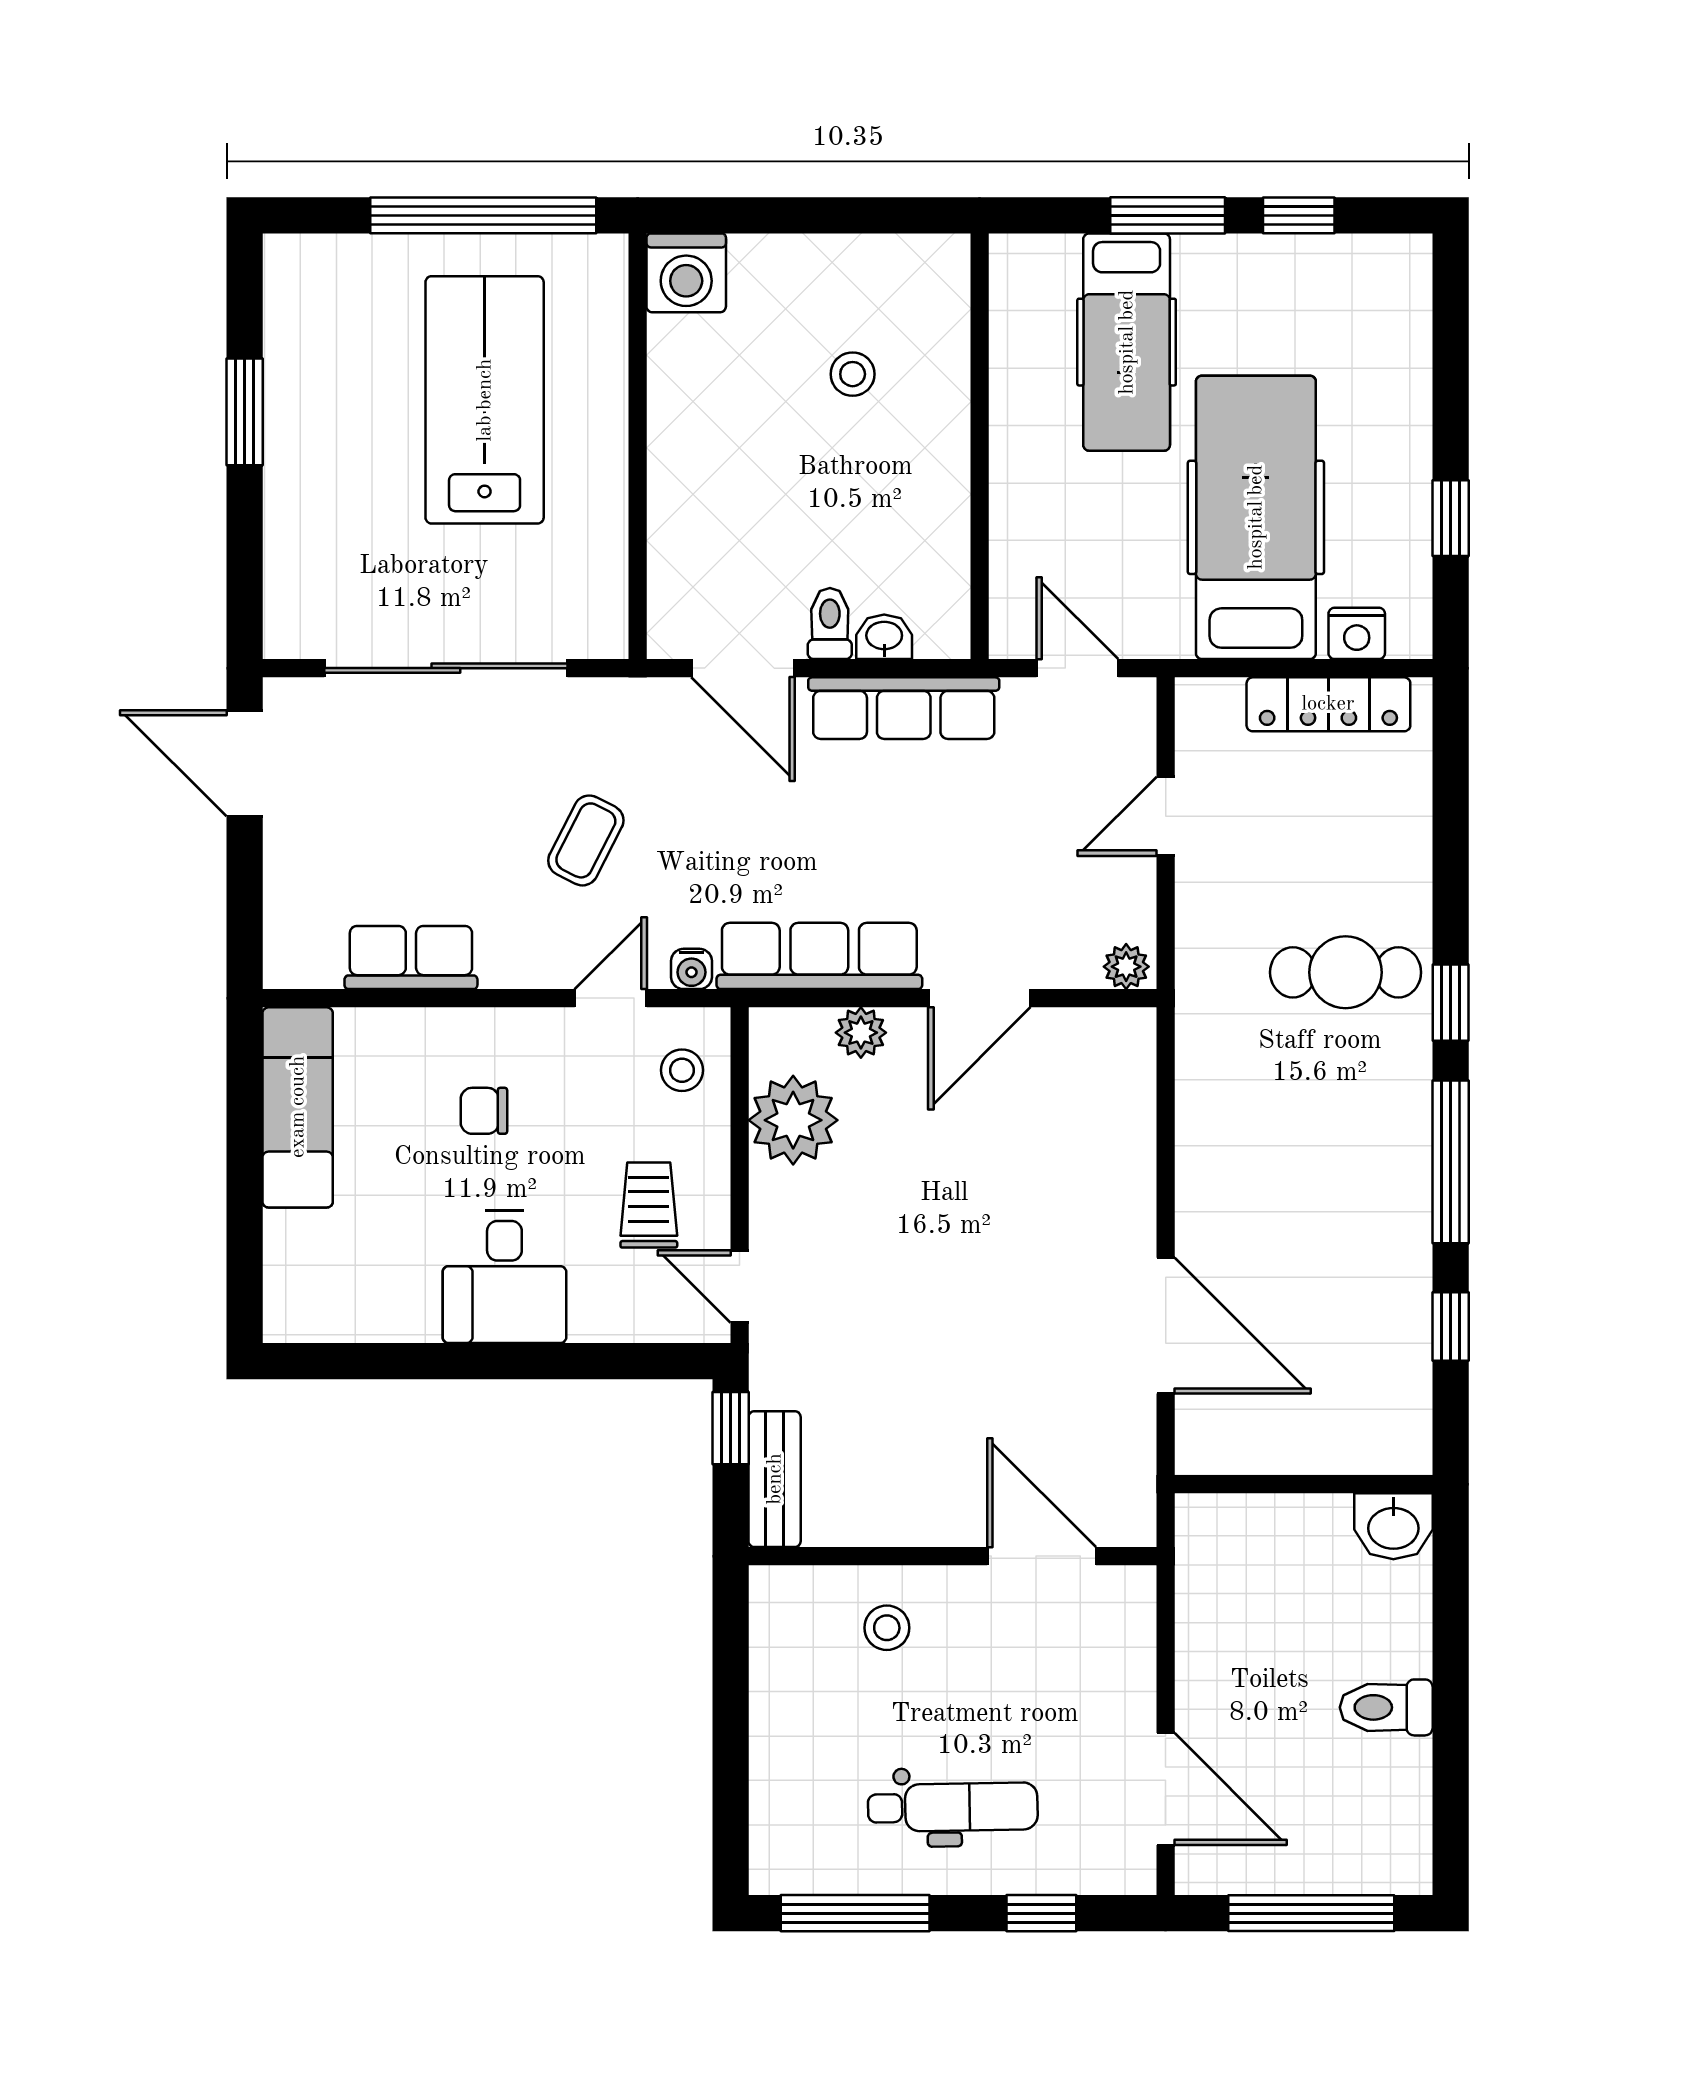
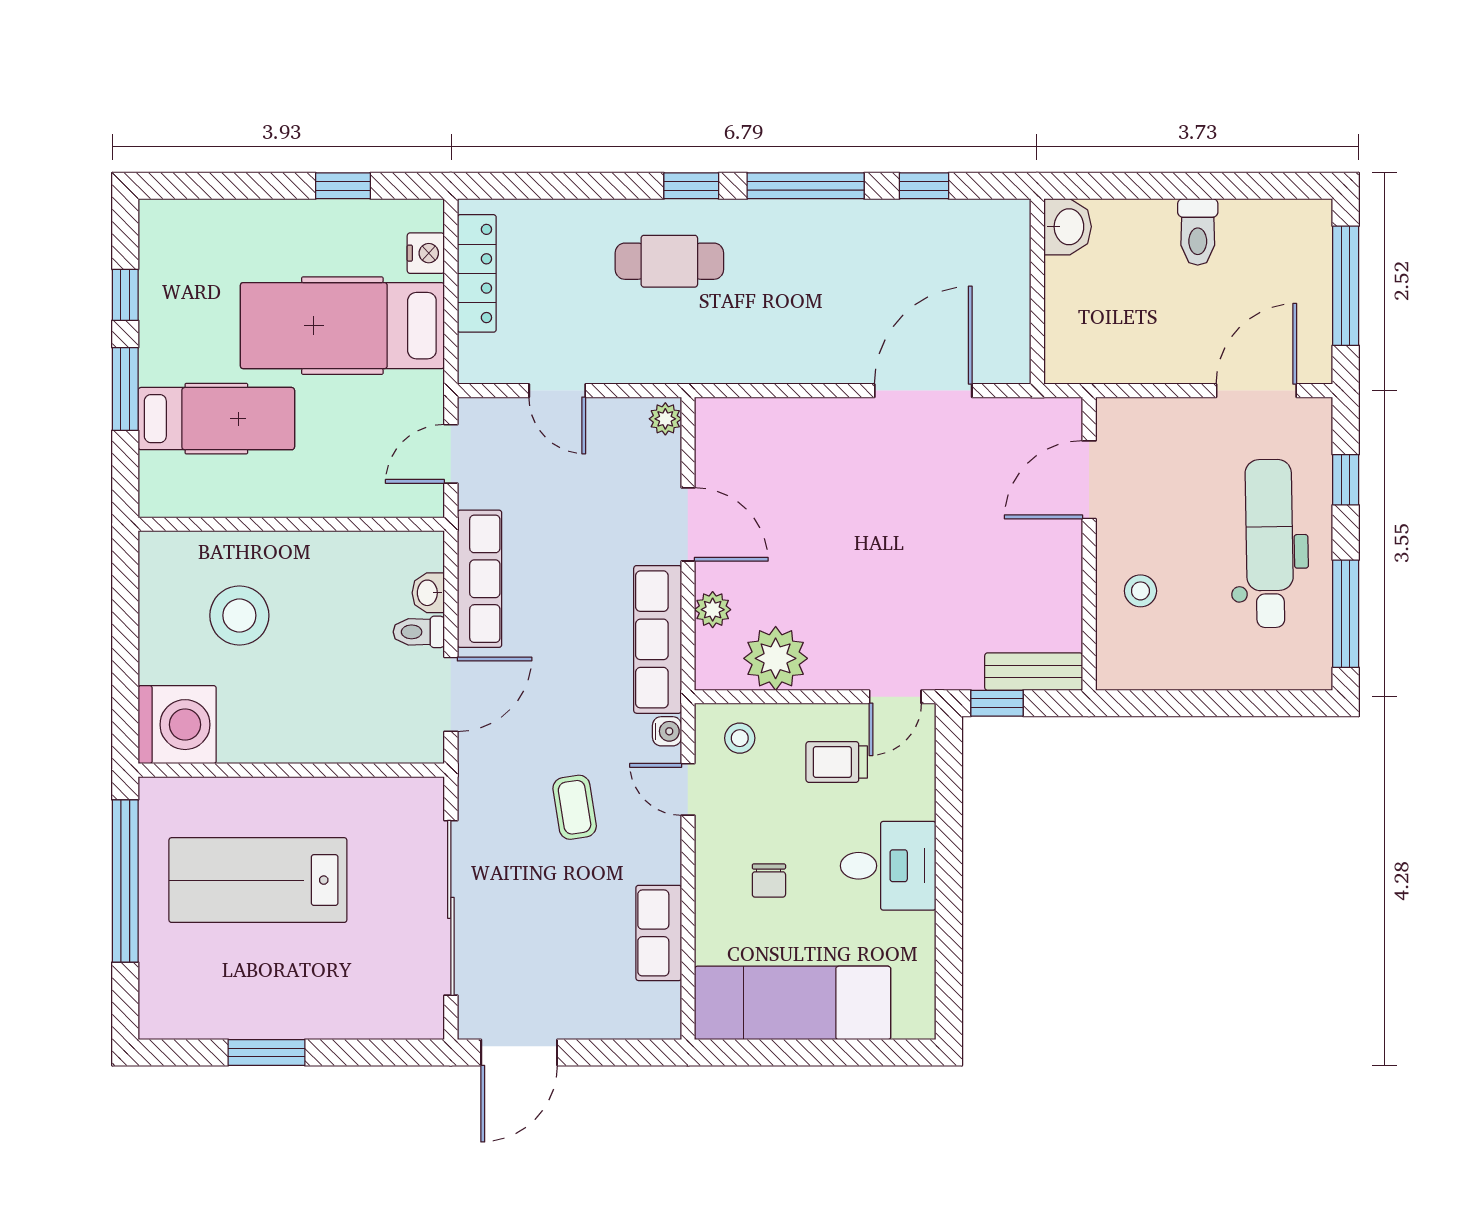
washing machine: (686, 273) -> (177, 725), width x1.37, depth x1.37
stool: (853, 374) -> (239, 615), width x1.89, depth x1.89
coffee table: (586, 840) -> (575, 807), turned 54
cafe table: (1346, 972) -> (669, 261), turned 90
exam couch: (298, 1107) -> (793, 1003), width x1.36, depth x1.45
dental chair: (953, 1807) -> (1269, 544), width x1.36, depth x1.38

